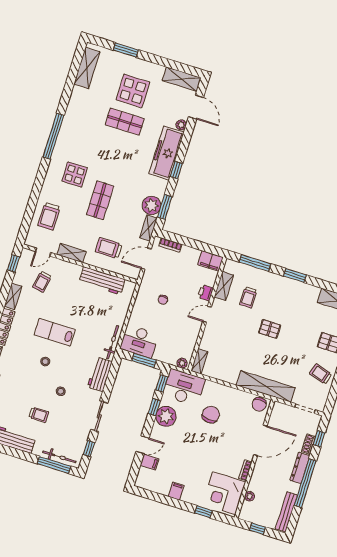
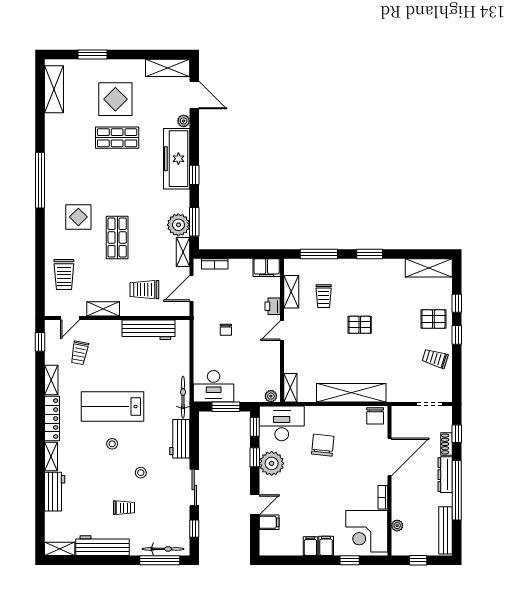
lab bench: (55, 332) -> (112, 407), width x1.36, depth x1.39
shelving: (266, 386) -> (351, 393), moved
filing cabinet: (189, 495) -> (326, 546), added

